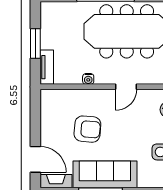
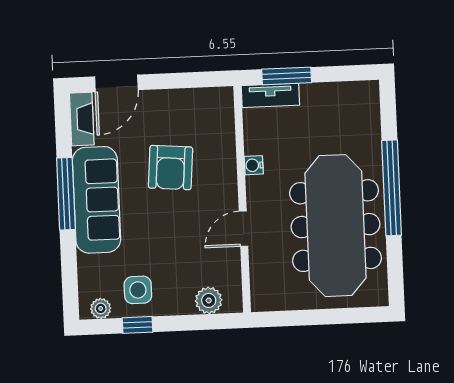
window: (35, 43) -> (287, 76), moved
door: (126, 87) -> (243, 229), hinge flipped

